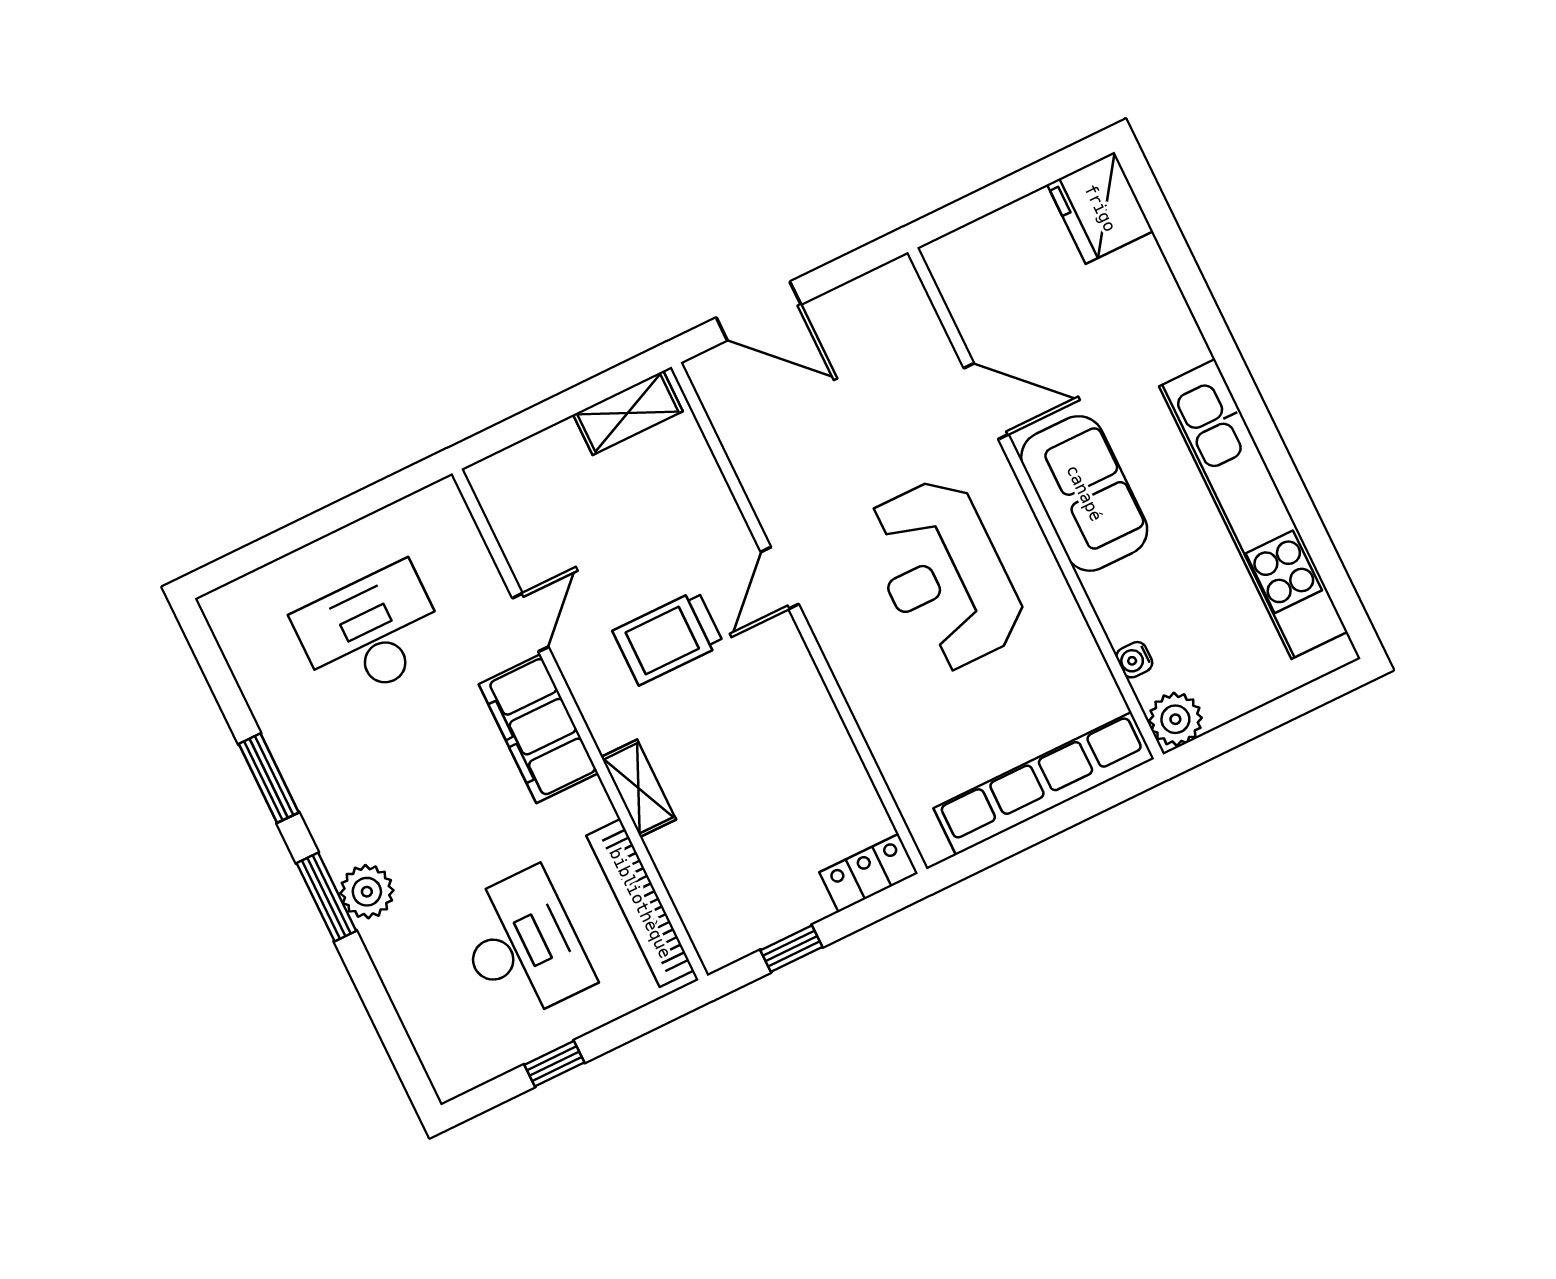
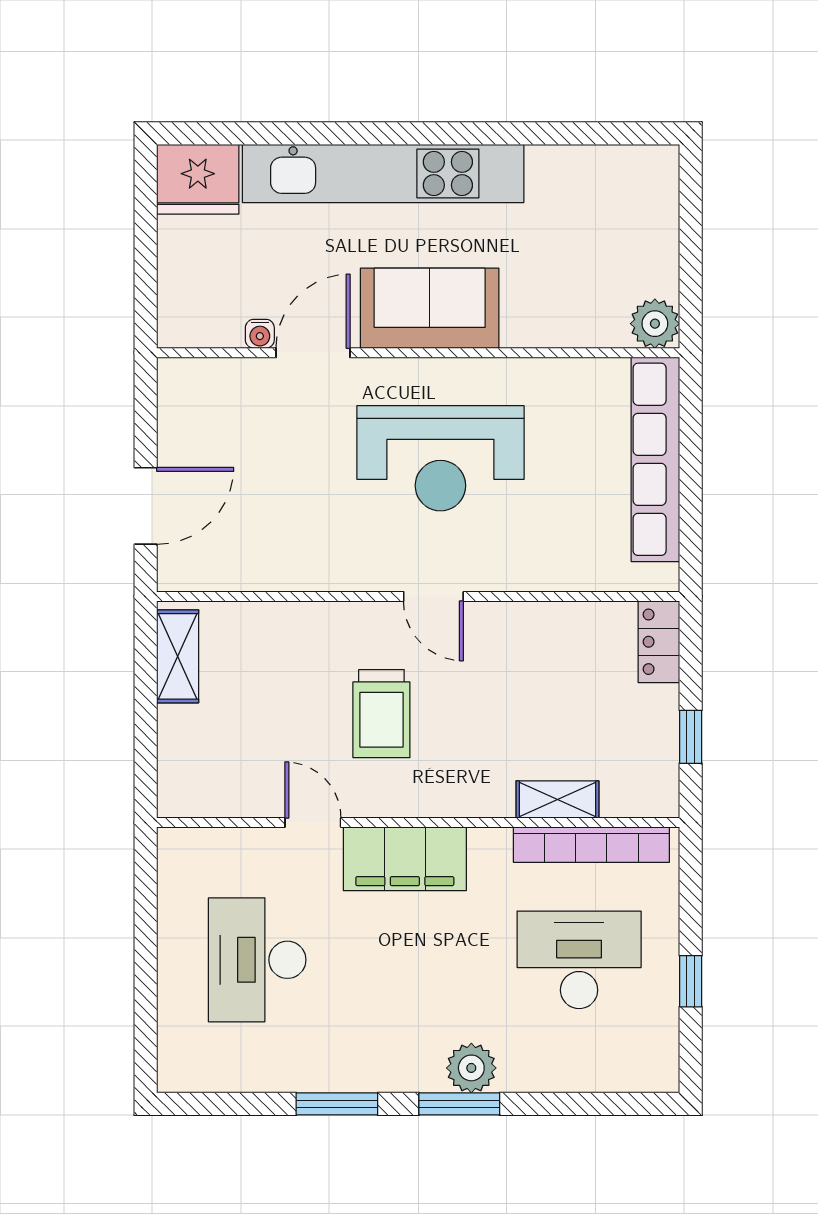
kitchen unit: (1253, 509) -> (383, 174), moved
door: (780, 578) -> (433, 596), moved
water cooler: (1134, 660) -> (260, 334), moved
shelving: (639, 788) -> (557, 799), moved

